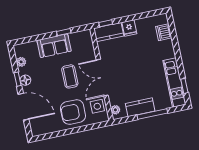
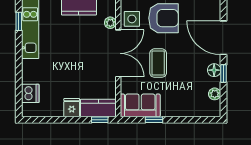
sofa: (54, 46) -> (140, 105), moved
plant: (115, 110) -> (110, 23), moved

